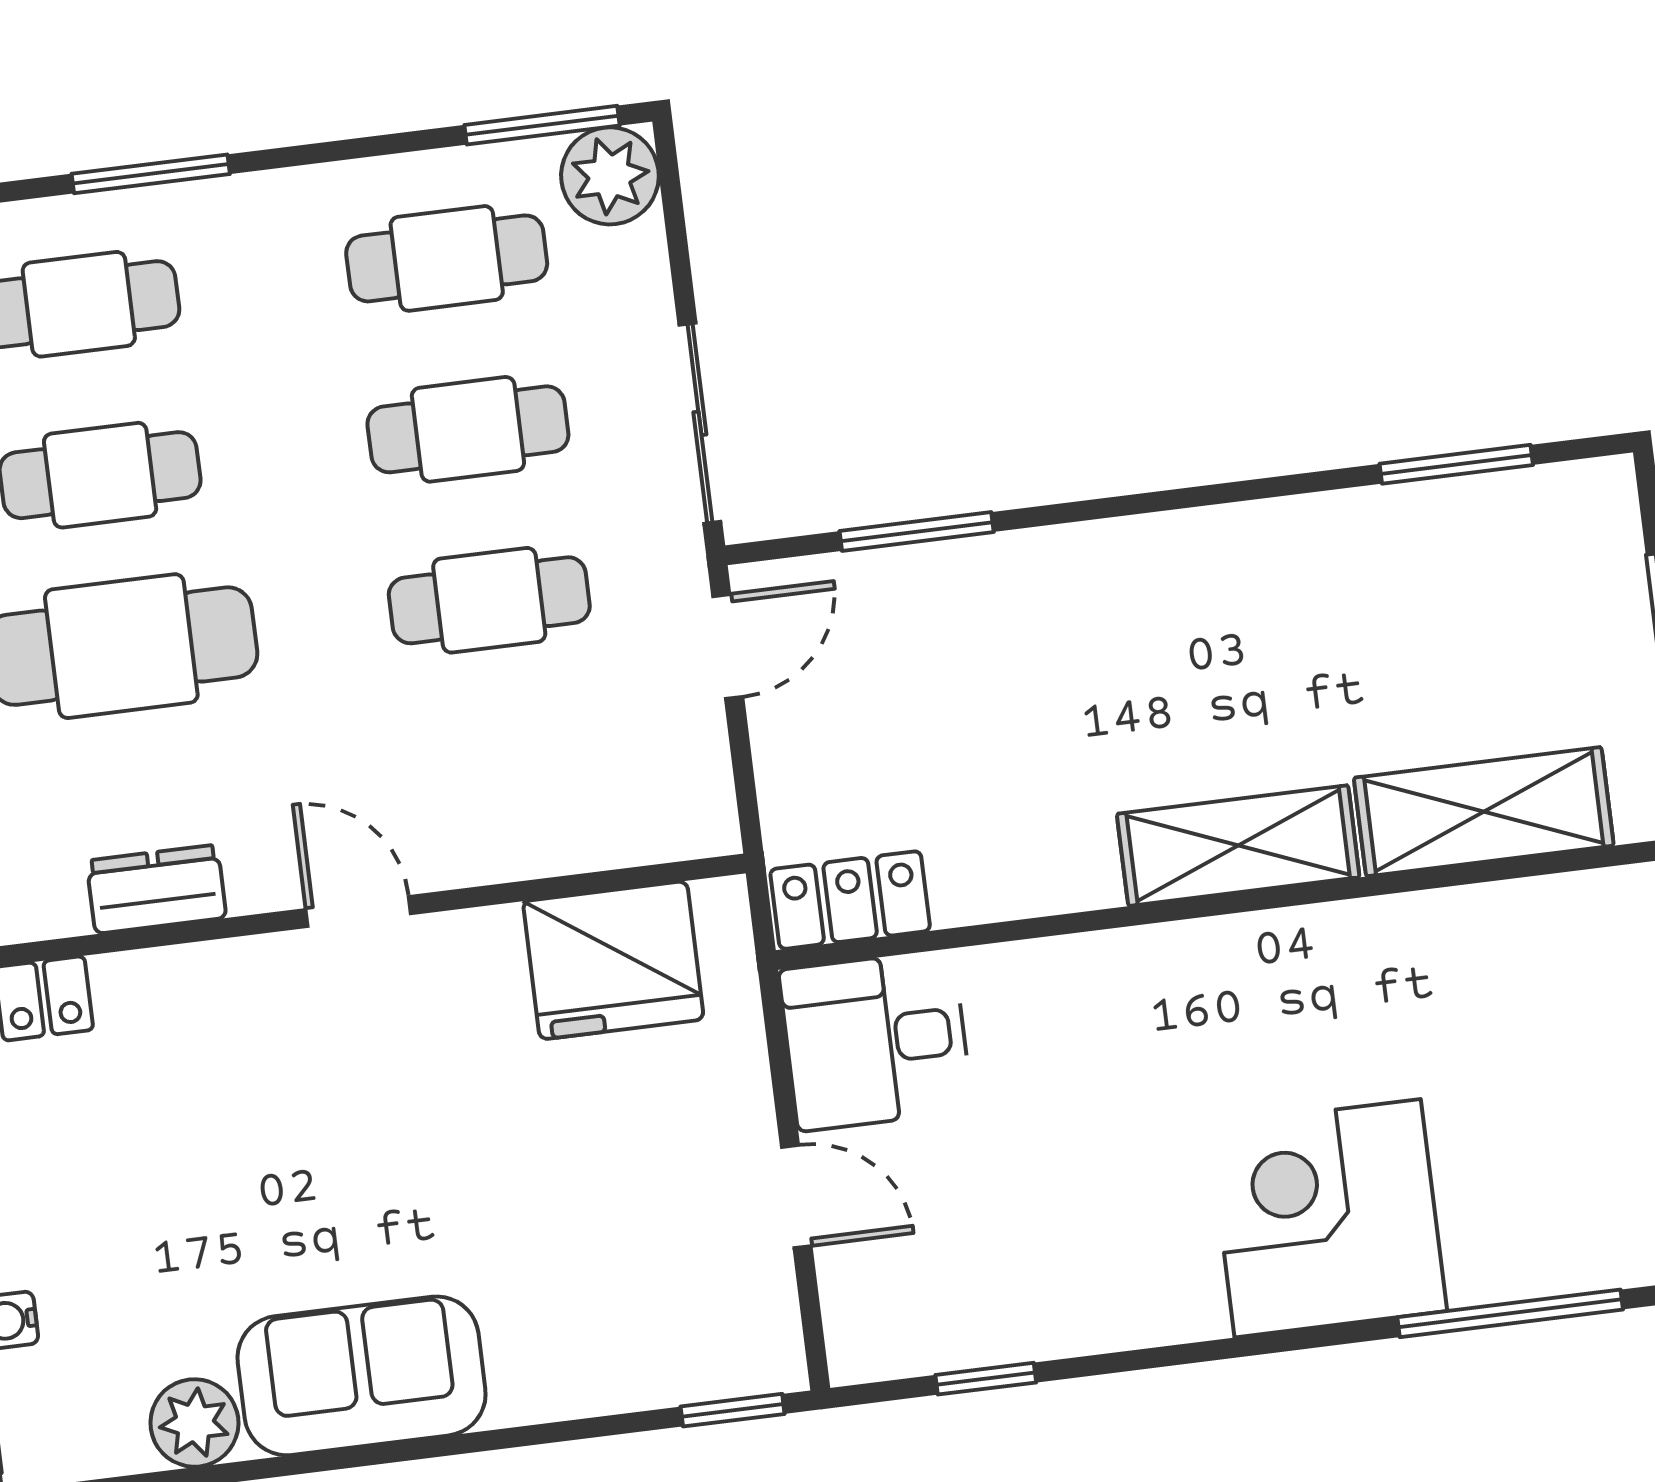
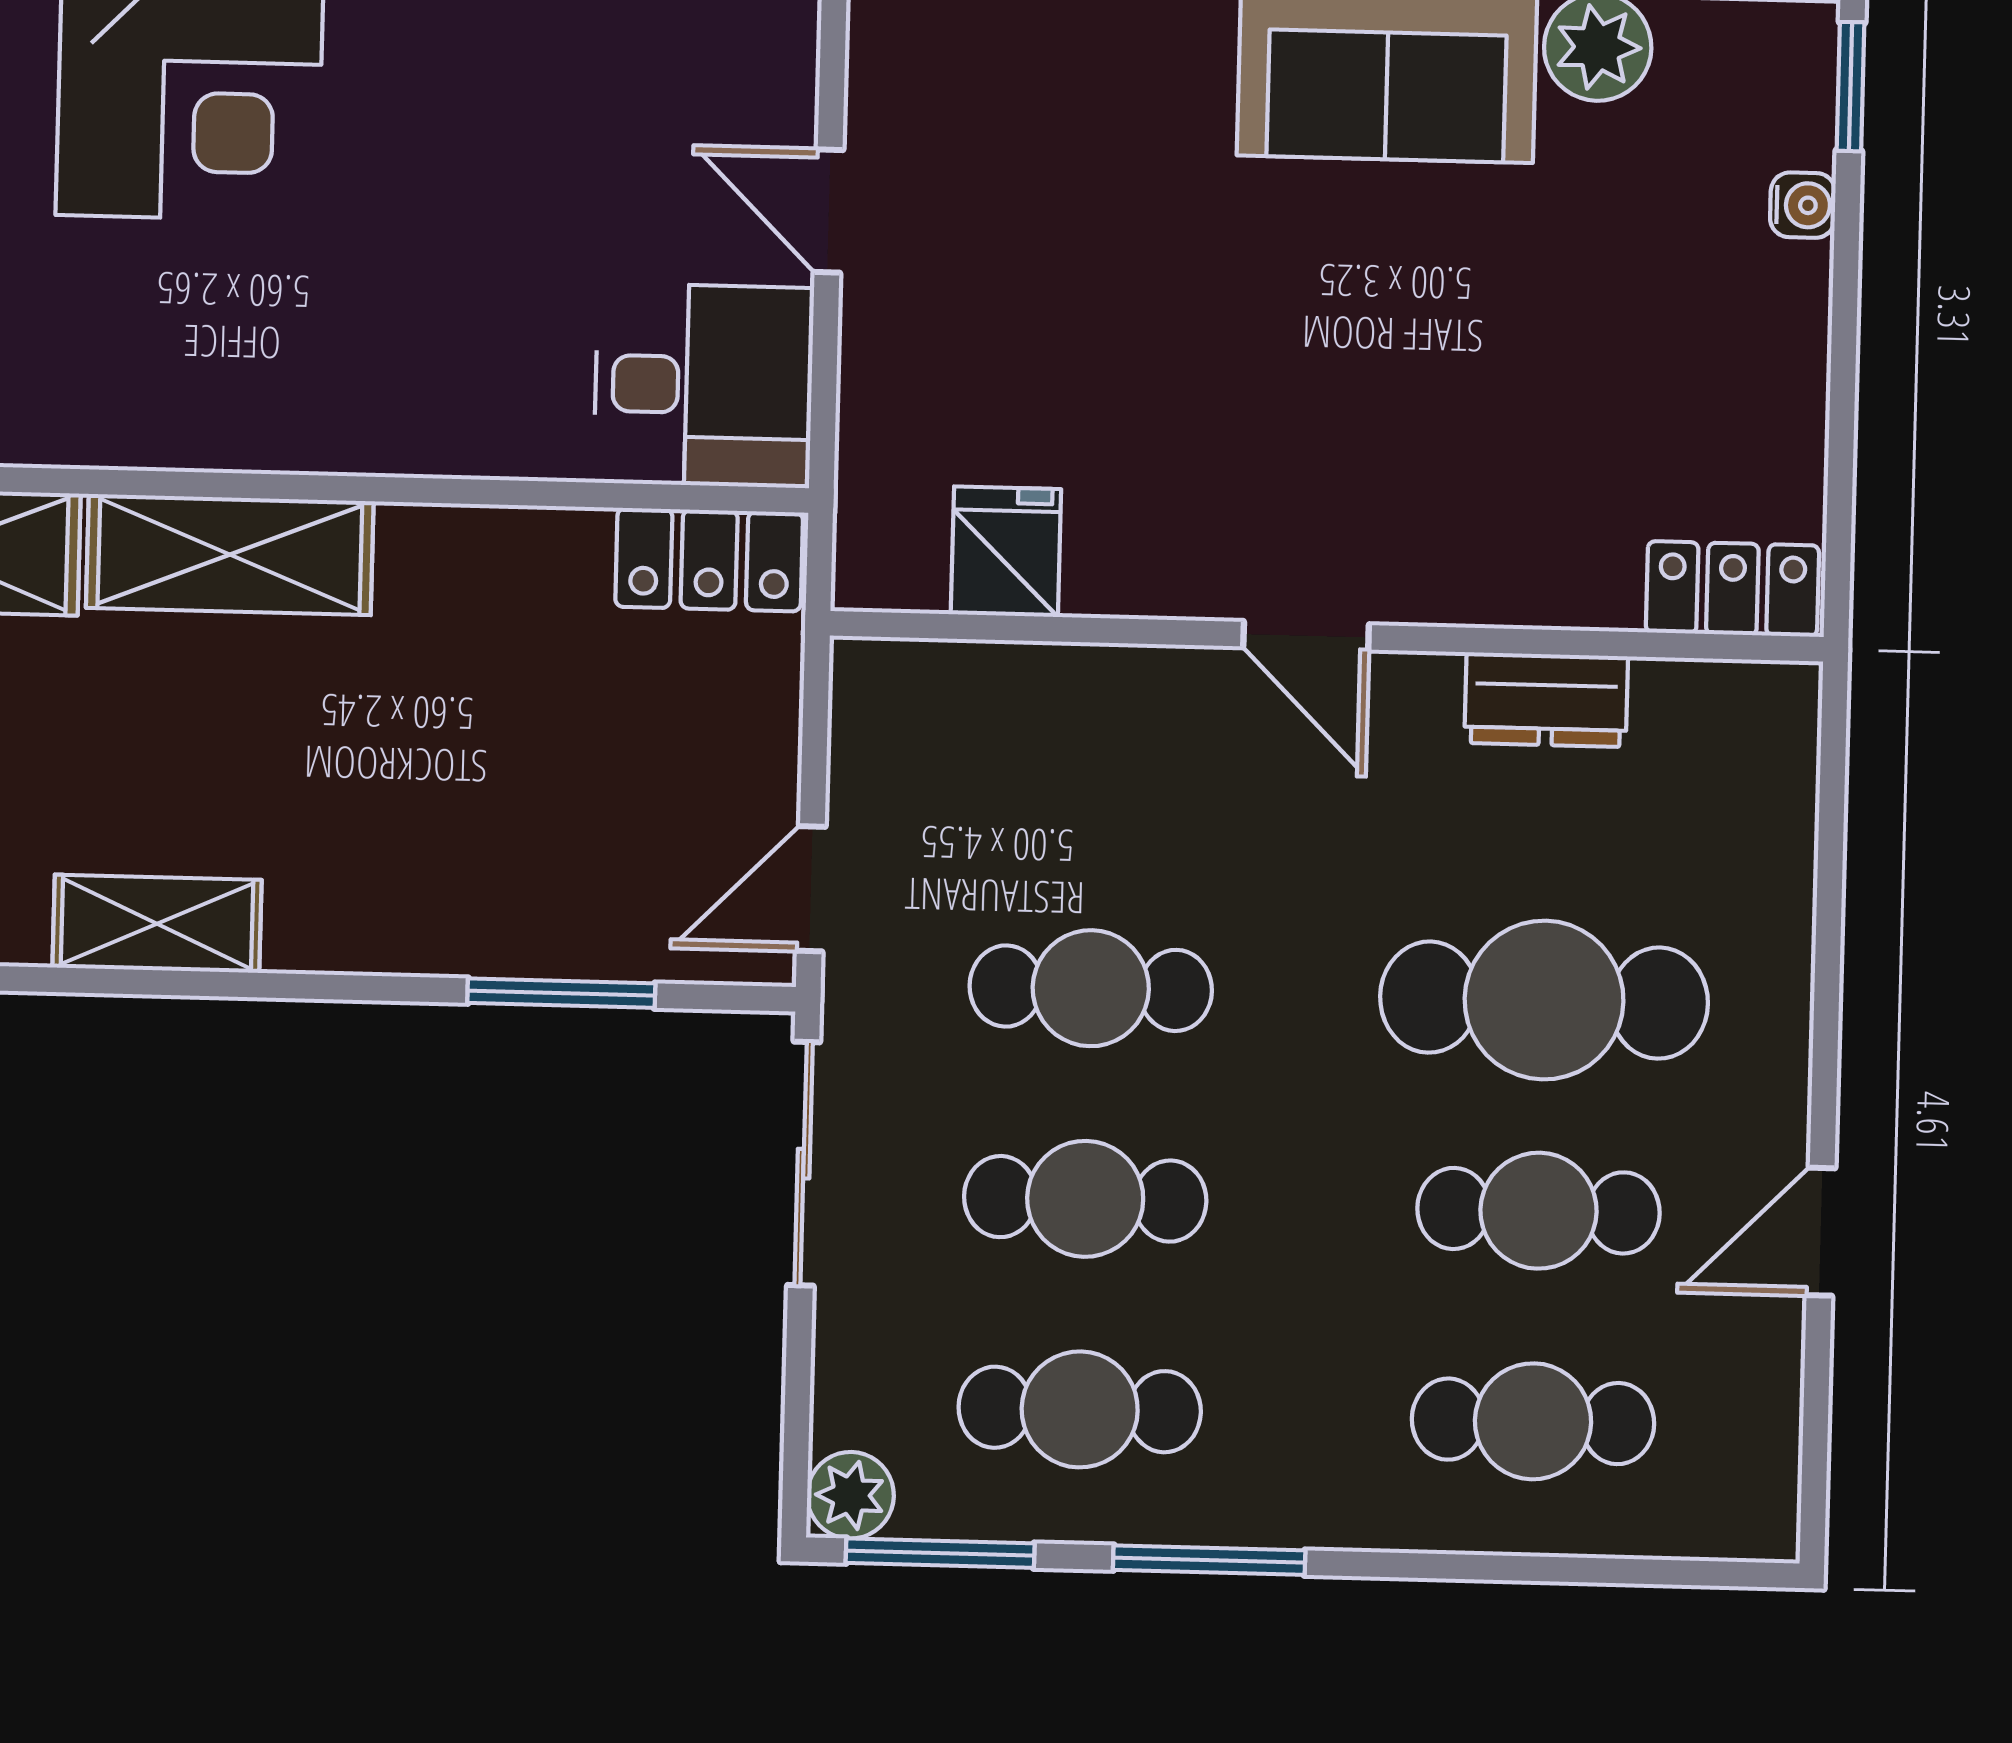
window: (151, 174) -> (1209, 1560), moved
plant: (610, 176) -> (850, 1495), width x0.73, depth x0.73
shelving: (1252, 538) -> (157, 924), added
fridge: (613, 960) -> (1006, 552), width x0.53, depth x0.75

